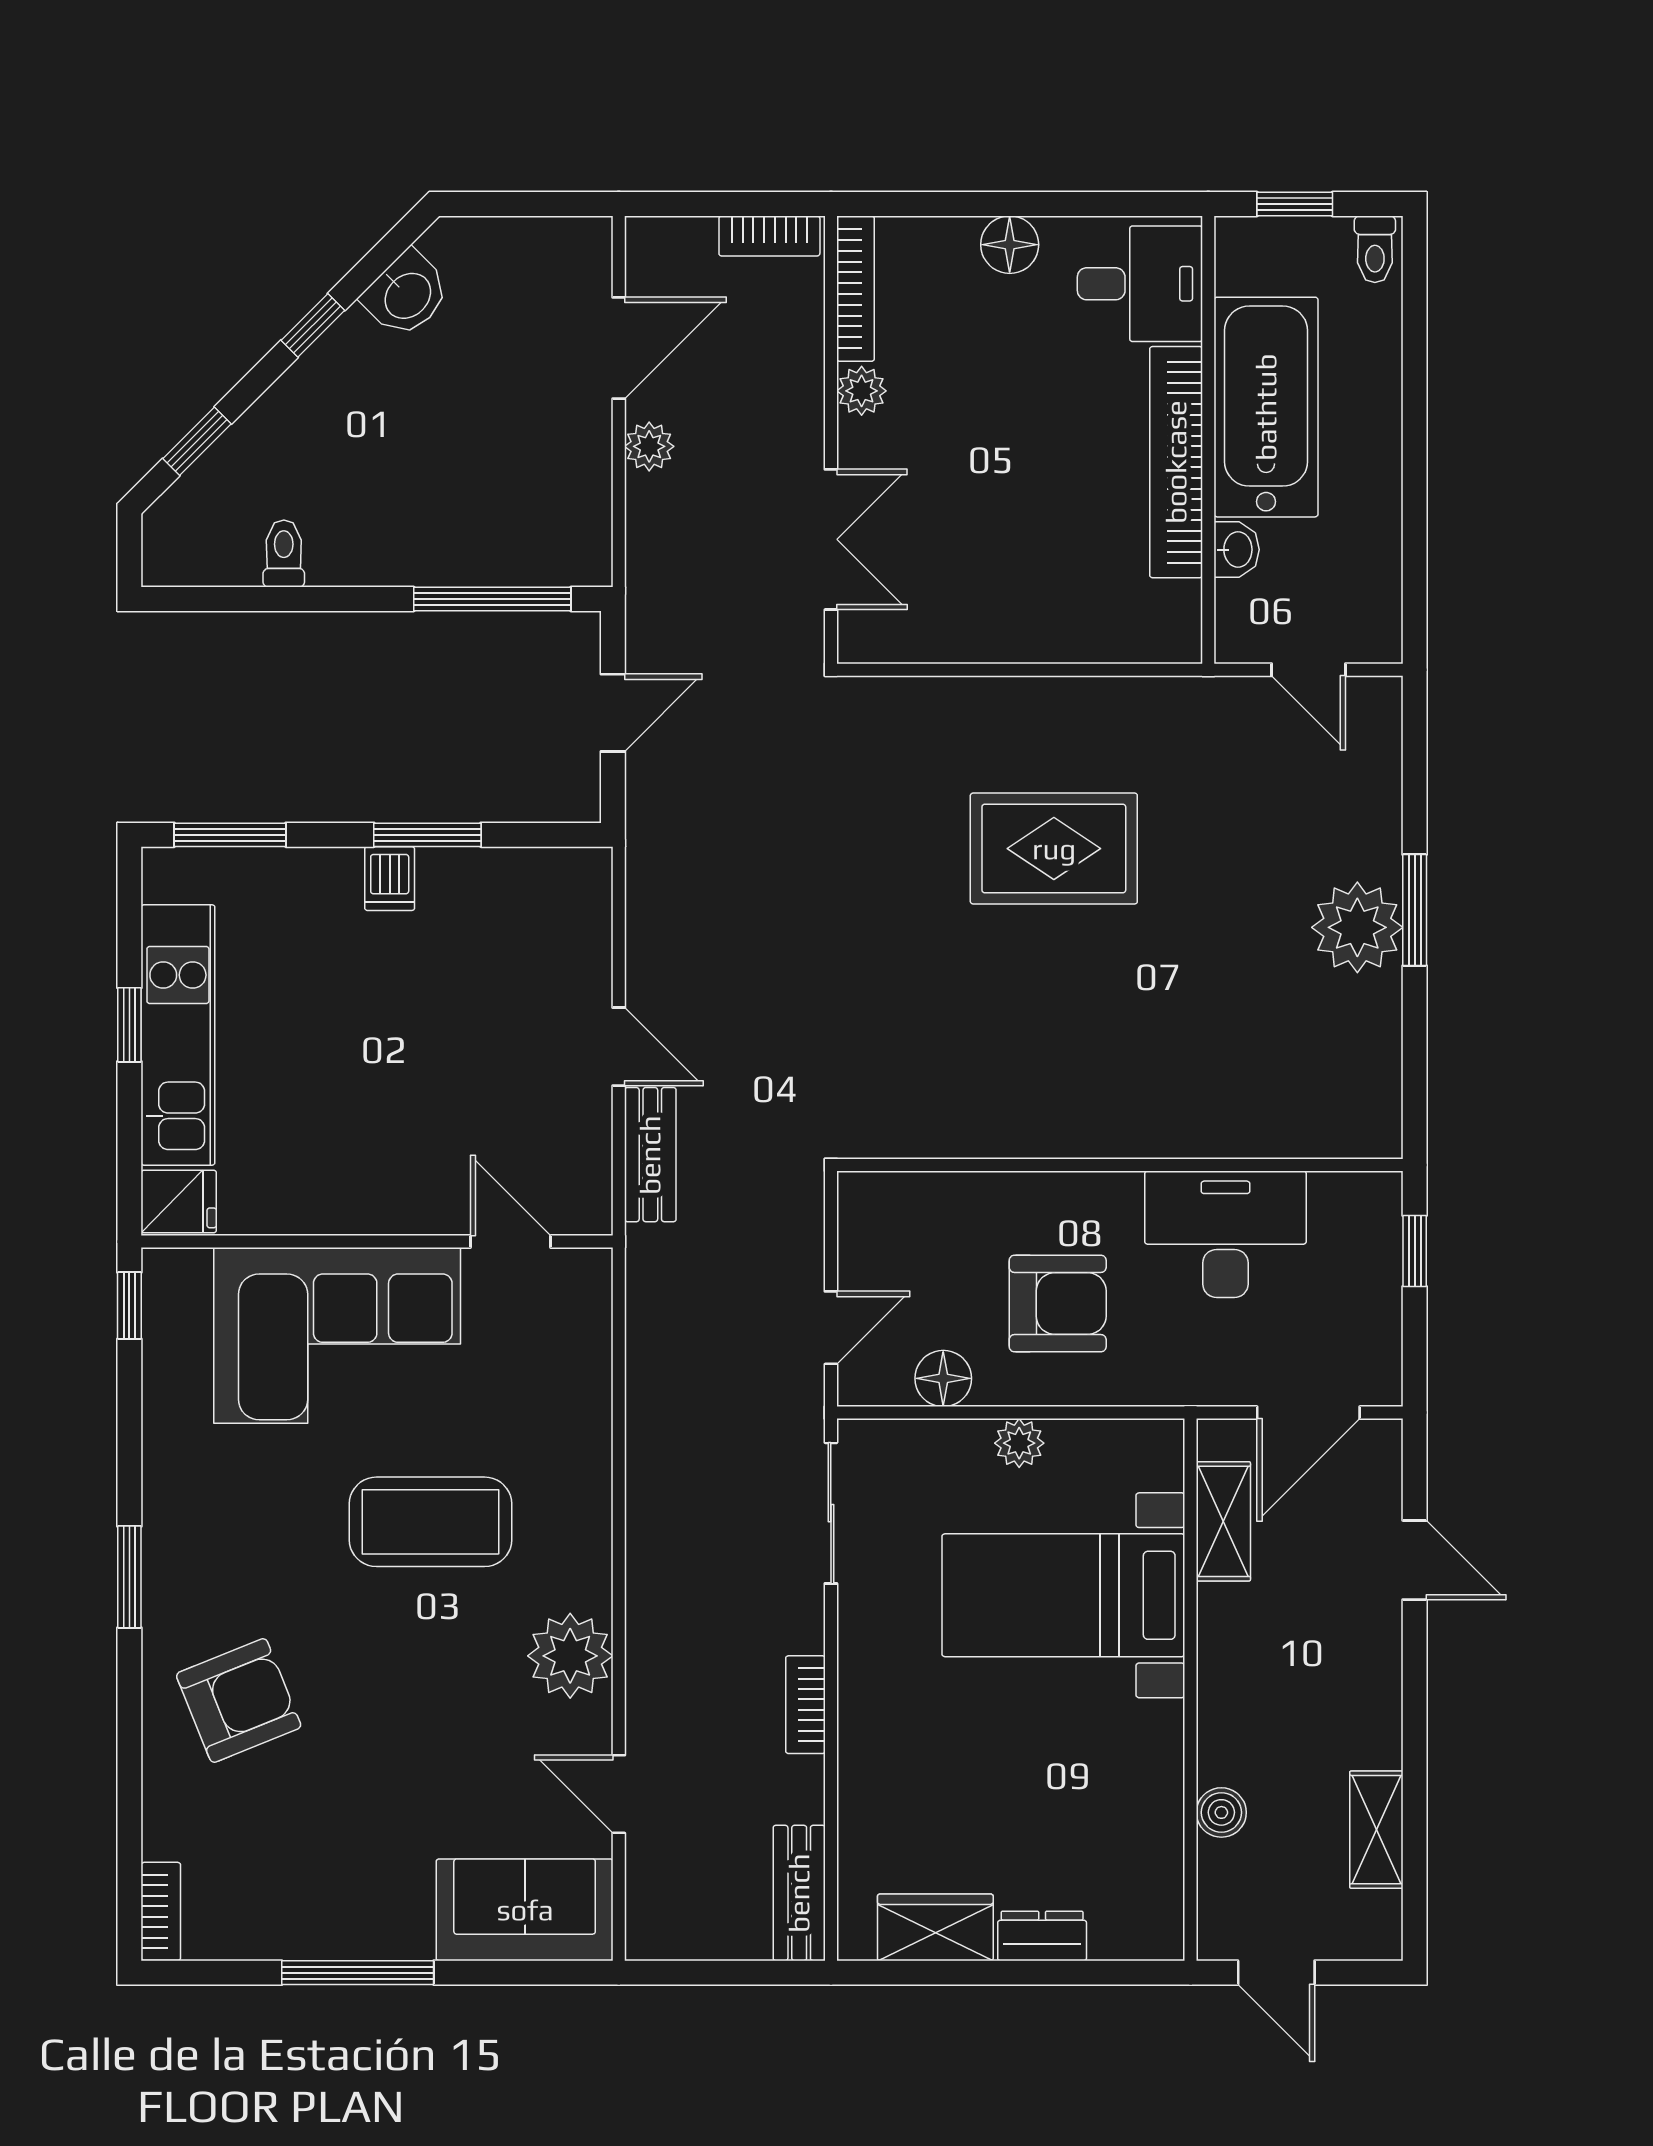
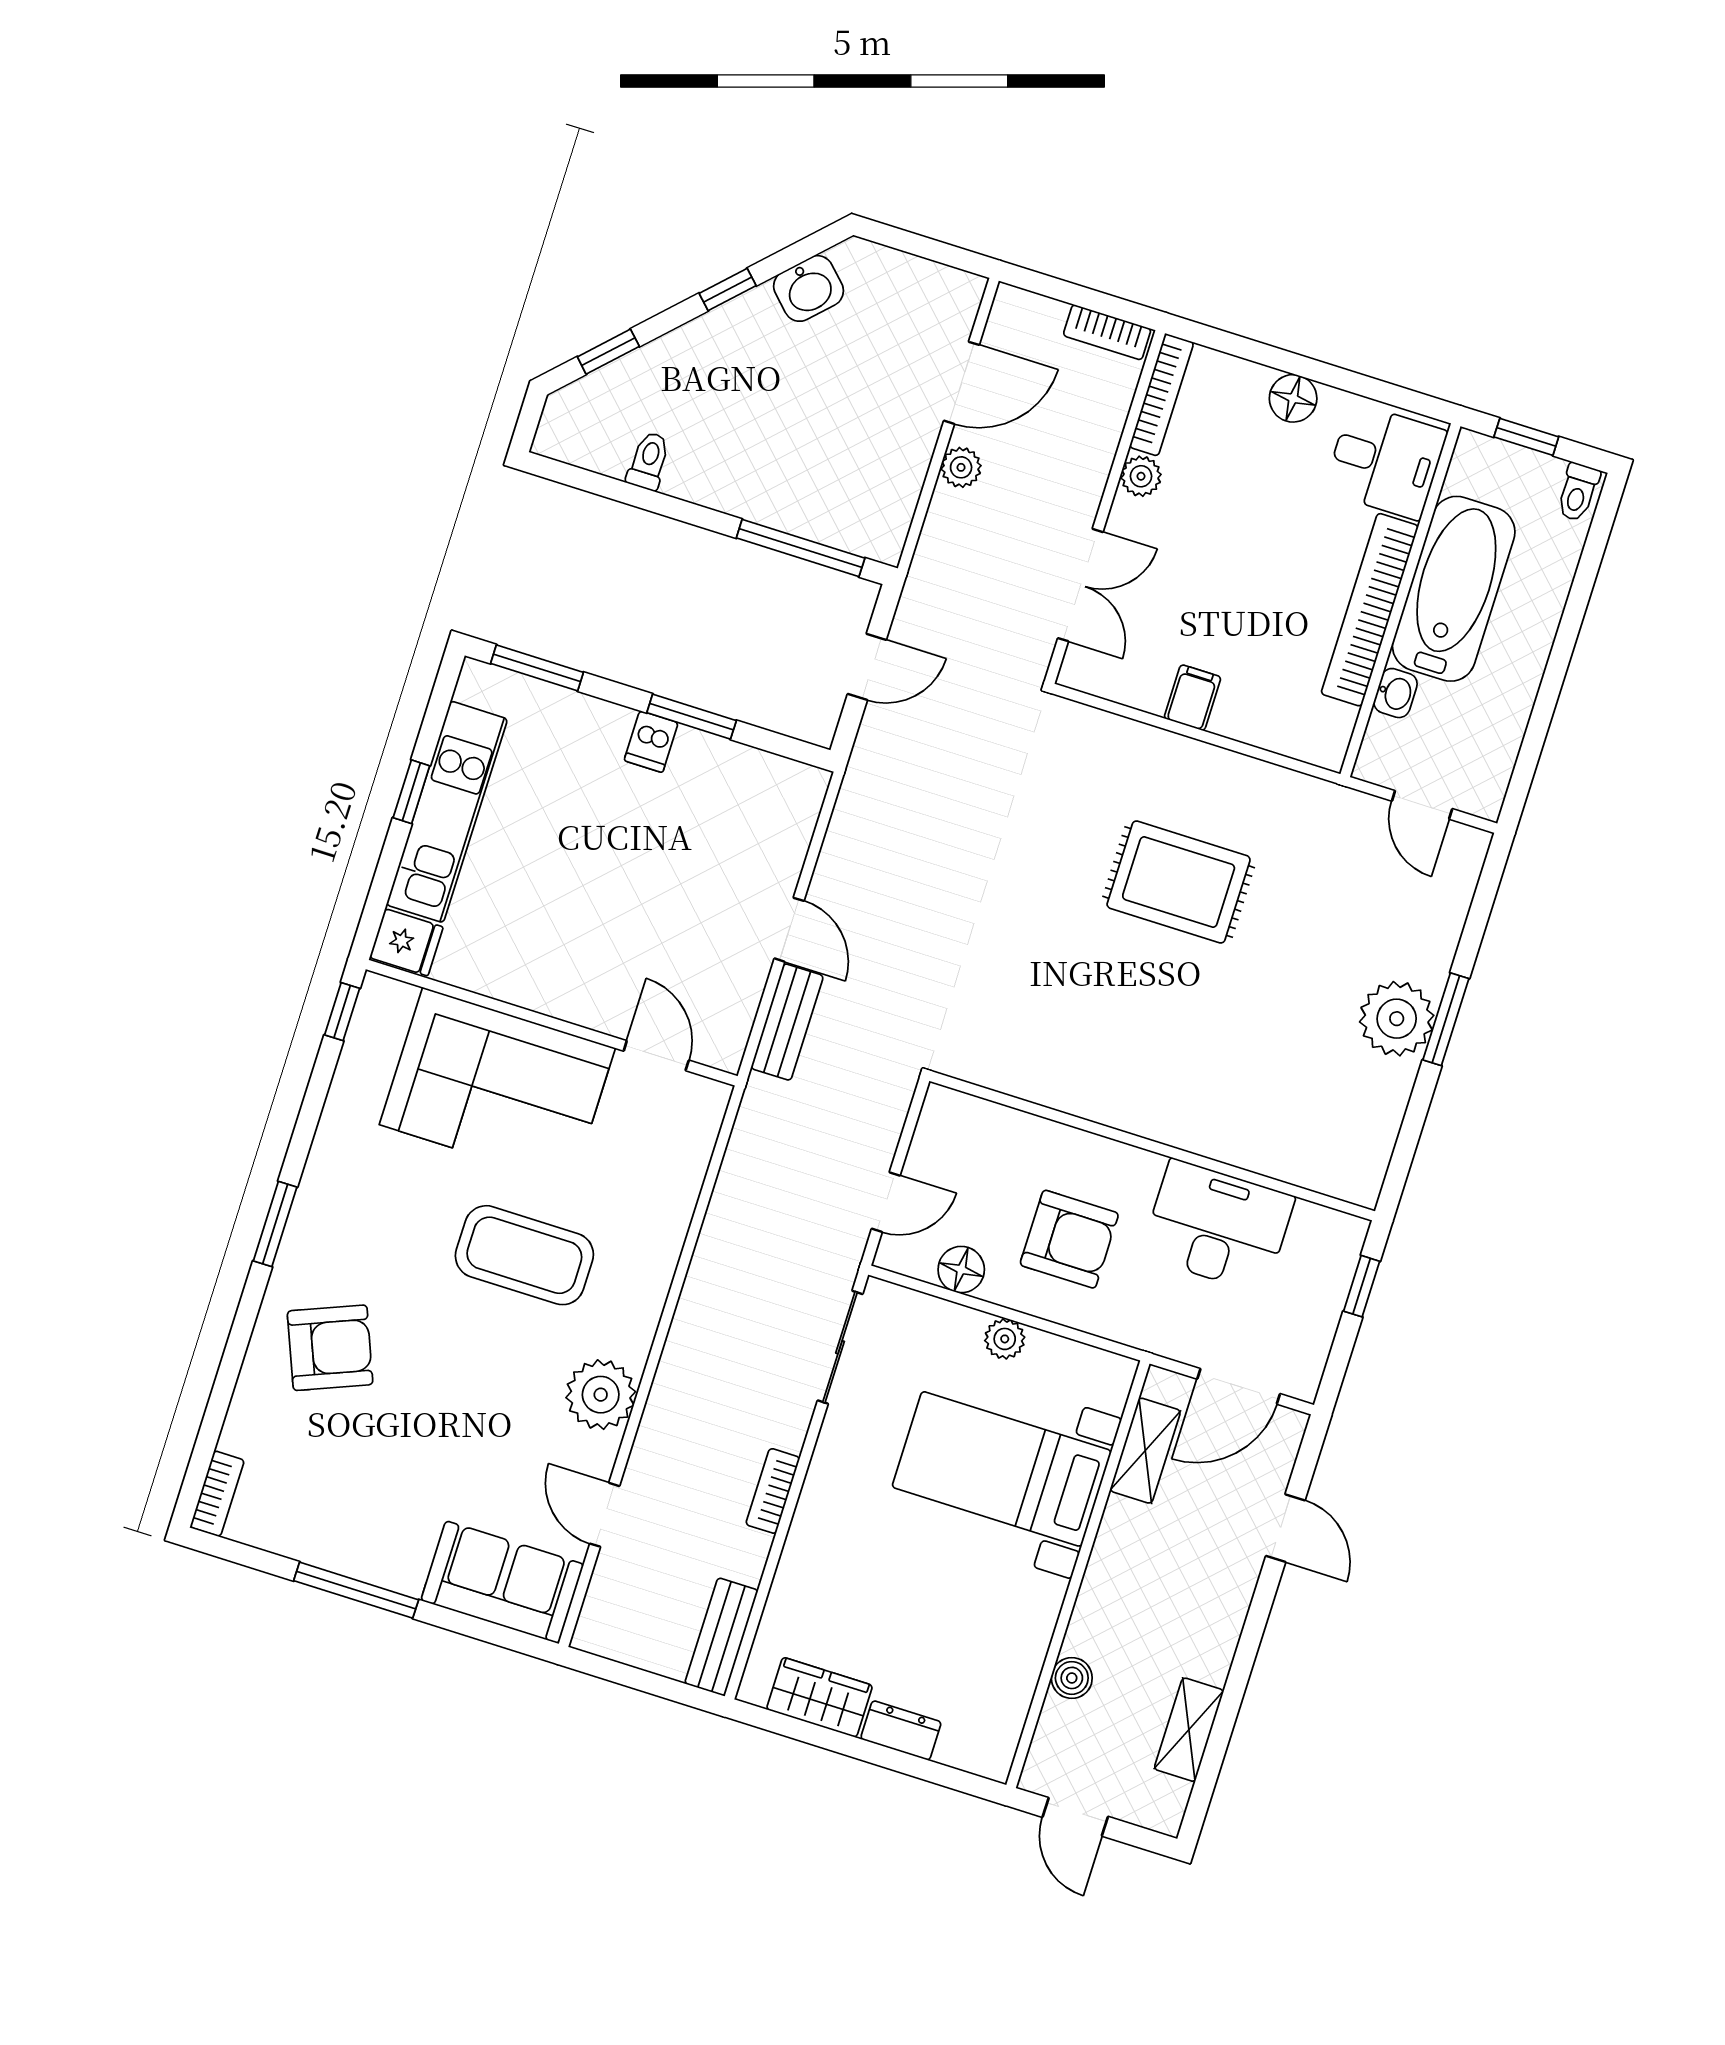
filing cabinet: (1002, 629) -> (1193, 698), added

